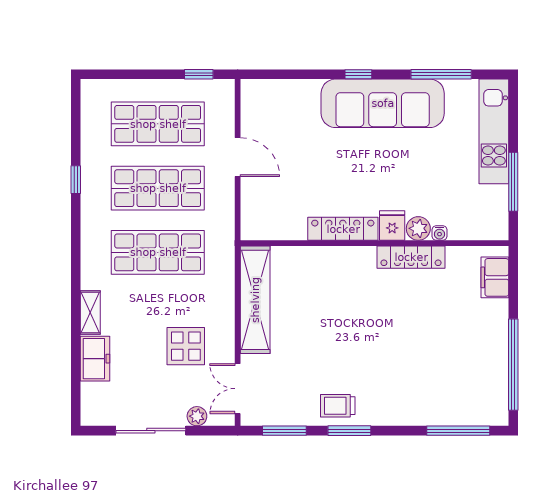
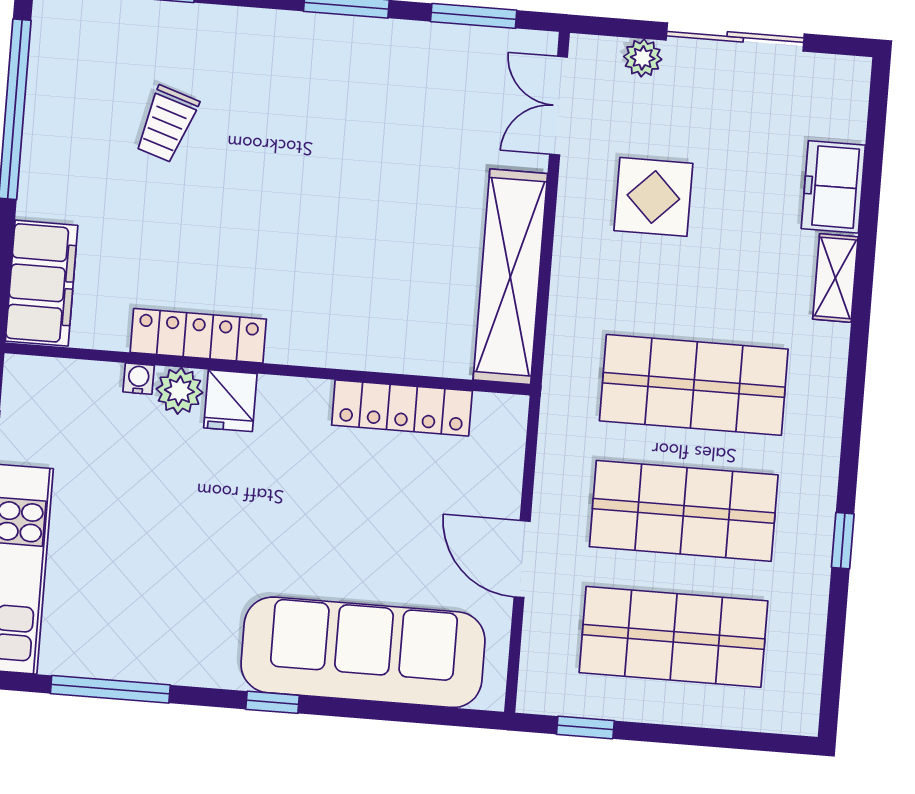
sofa: (383, 103) -> (363, 652), moved
locker: (343, 229) -> (402, 408), moved
filing cabinet: (495, 277) -> (42, 283), width x1.50, depth x1.17
double door: (238, 389) -> (559, 106), swing flipped
trolley: (338, 406) -> (167, 124), moved, turned 108

